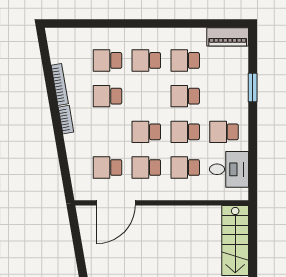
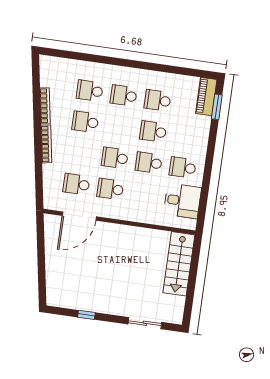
piano: (228, 37) -> (206, 96), moved, turned 90
window: (253, 88) -> (217, 107), moved
bookcase: (66, 120) -> (46, 144), width x1.56
school desk: (185, 168) -> (144, 194), removed

